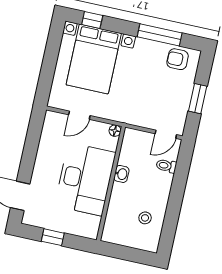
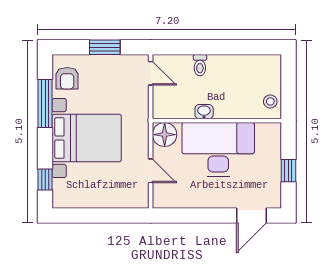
bed with nightstands: (94, 59) -> (87, 138), moved
floor lamp: (115, 131) -> (165, 135), width x1.89, depth x1.89
toilet: (166, 166) -> (200, 65), moved
stool: (145, 218) -> (270, 101), moved

